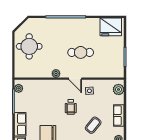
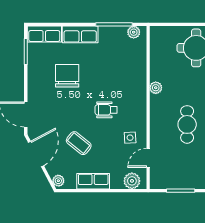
door: (75, 79) -> (148, 158), moved

